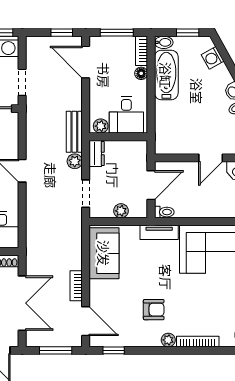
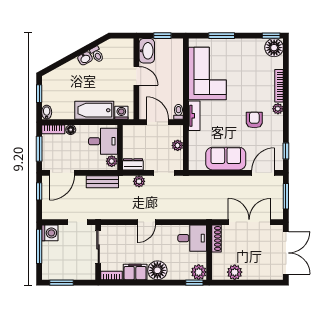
washing machine: (213, 58) -> (121, 113), moved, turned -151
bathtub: (166, 75) -> (94, 110), moved
bench: (74, 132) -> (102, 182), moved
sofa: (104, 253) -> (226, 159), moved
bookcase: (76, 286) -> (236, 180), removed

